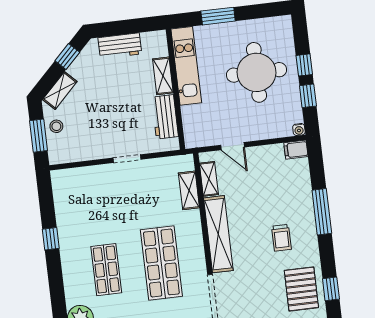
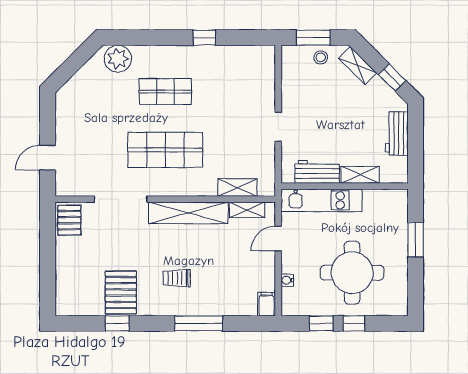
kitchen unit: (186, 66) -> (322, 200), moved
water cooler: (299, 130) -> (287, 280), moved
pallet: (301, 289) -> (121, 293), turned 90

